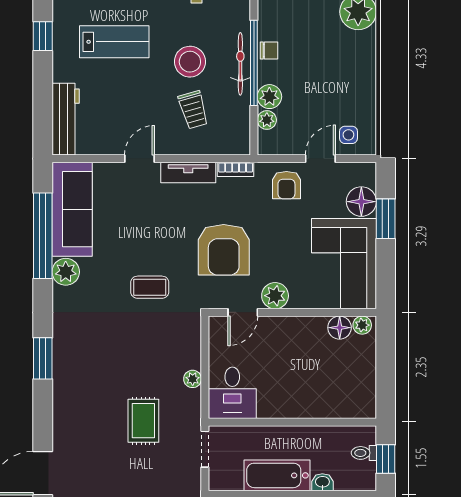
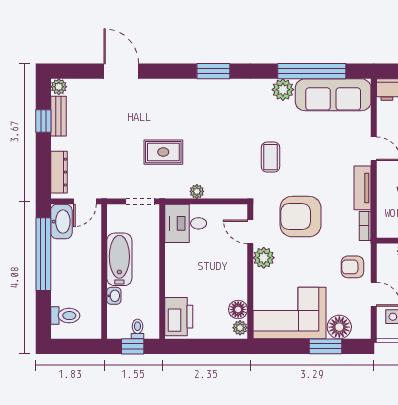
printer: (348, 401) -> (179, 317), added

